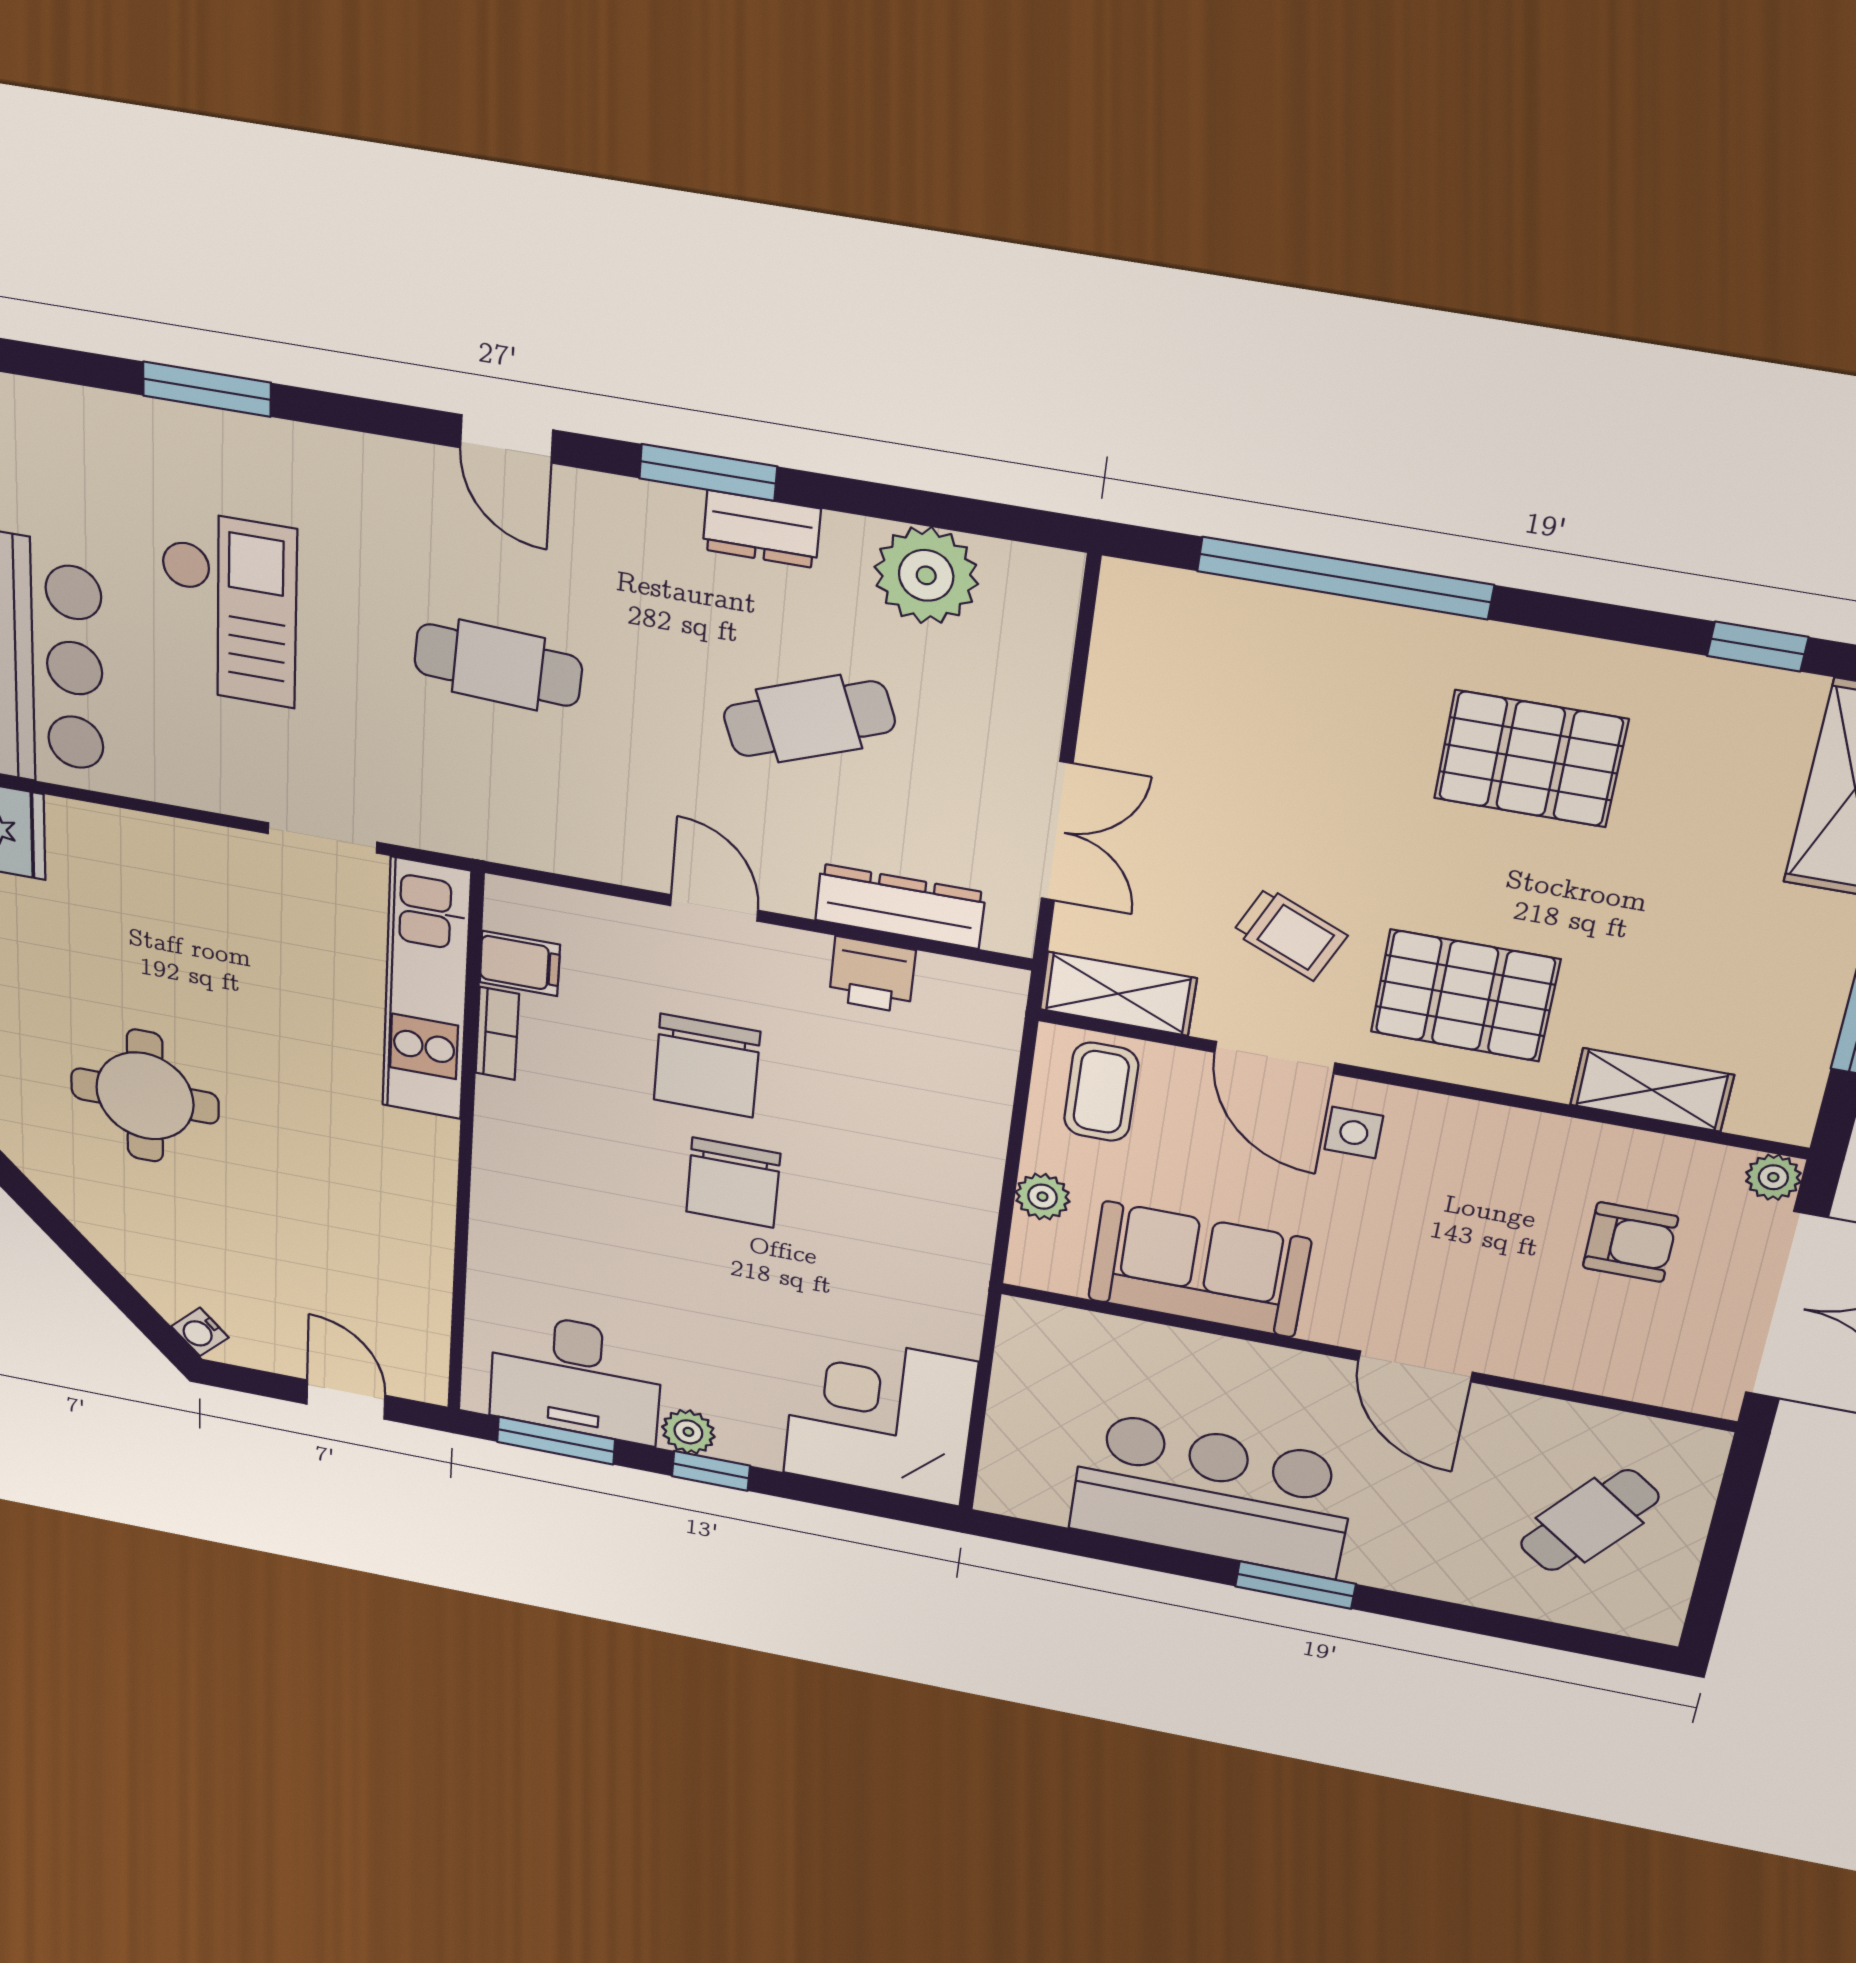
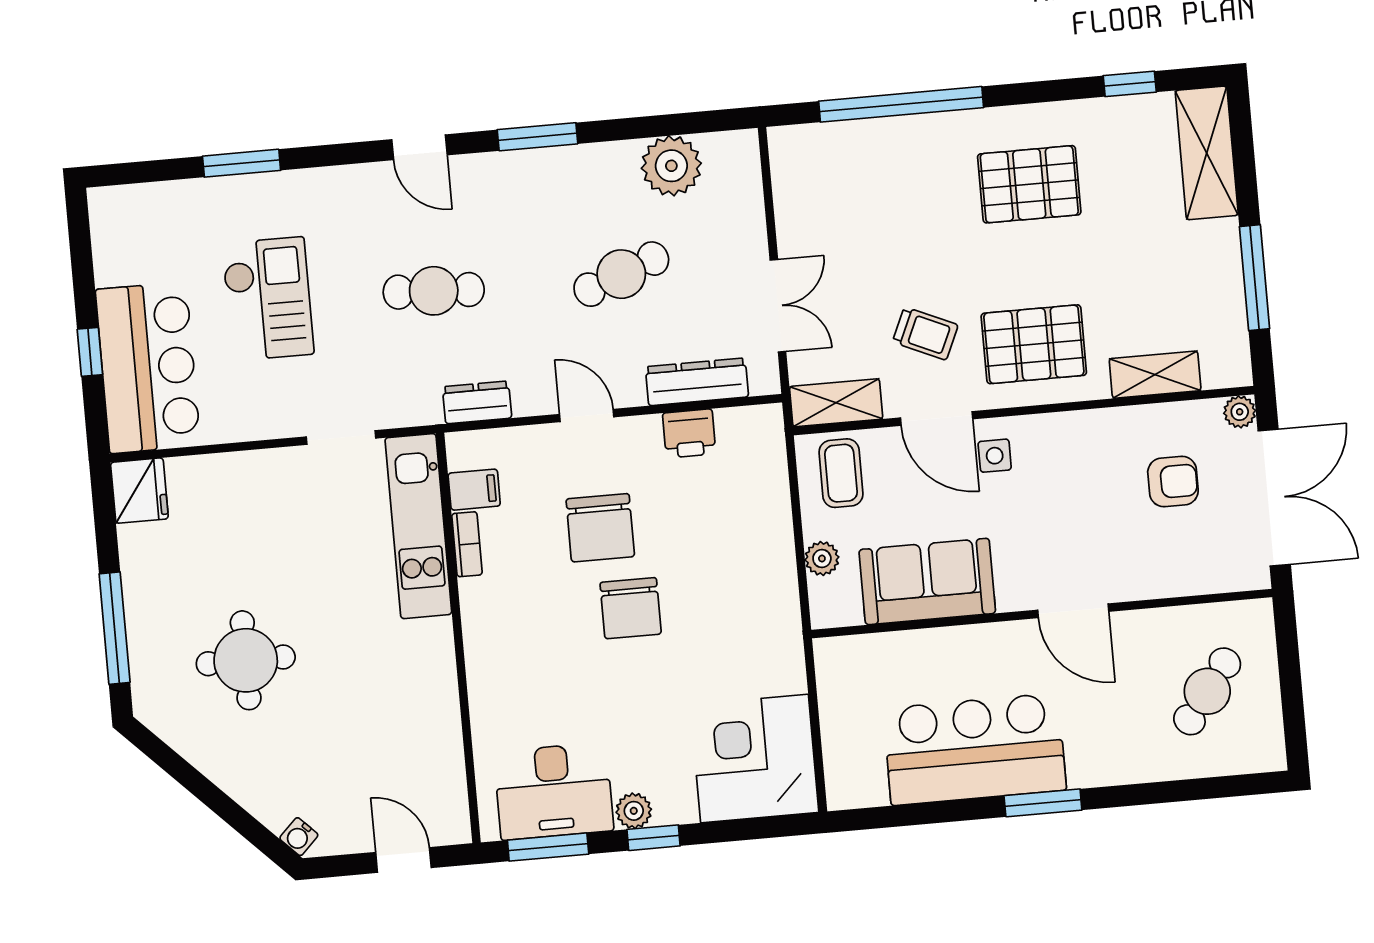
dresser: (762, 529) -> (477, 402), moved, turned 180

